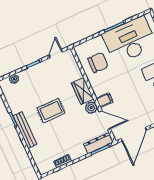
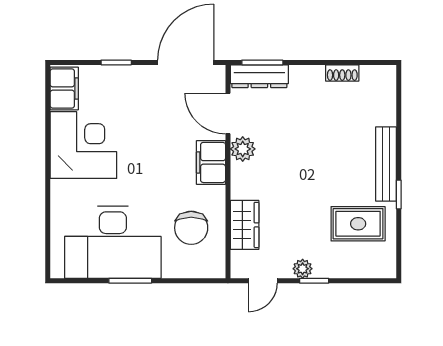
chair: (98, 62) -> (191, 228), turned -91
plant: (14, 79) -> (303, 269), moved
wardrobe: (83, 91) -> (245, 225), moved
filing cabinet: (105, 100) -> (211, 162), width x2.00
rug: (51, 111) -> (358, 224), moved

